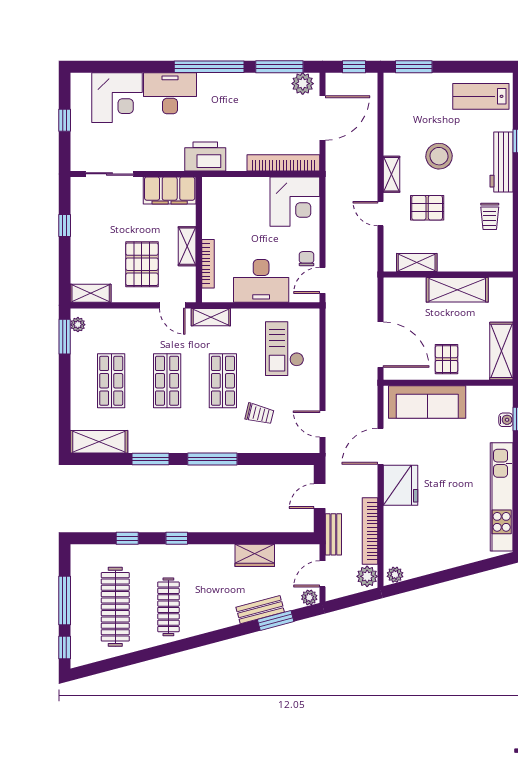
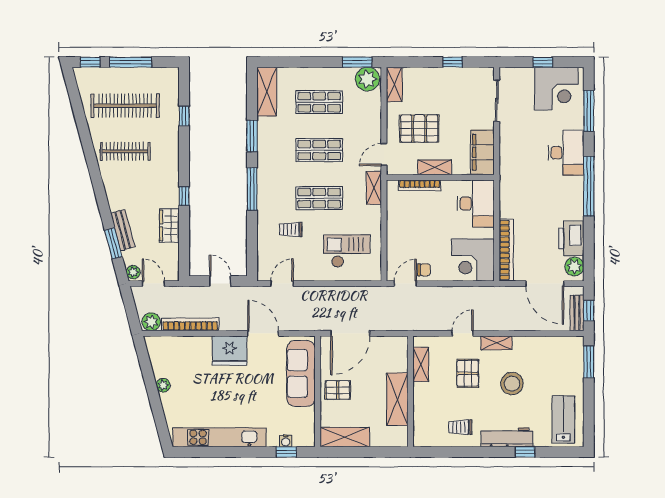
window: (279, 67) -> (589, 111), moved
corner desk: (117, 98) -> (556, 89), moved, turned -90
printer: (205, 156) -> (571, 238), moved, turned 180
door: (323, 280) -> (405, 284), hinge flipped
desk: (261, 281) -> (476, 203), moved, turned 180
plant: (78, 325) -> (367, 79), width x1.88, depth x1.88
trolley: (259, 414) -> (291, 229), turned 76
bench: (333, 534) -> (577, 313), moved, turned 90
window: (177, 538) -> (184, 196), moved
plant: (395, 575) -> (163, 385), moved

